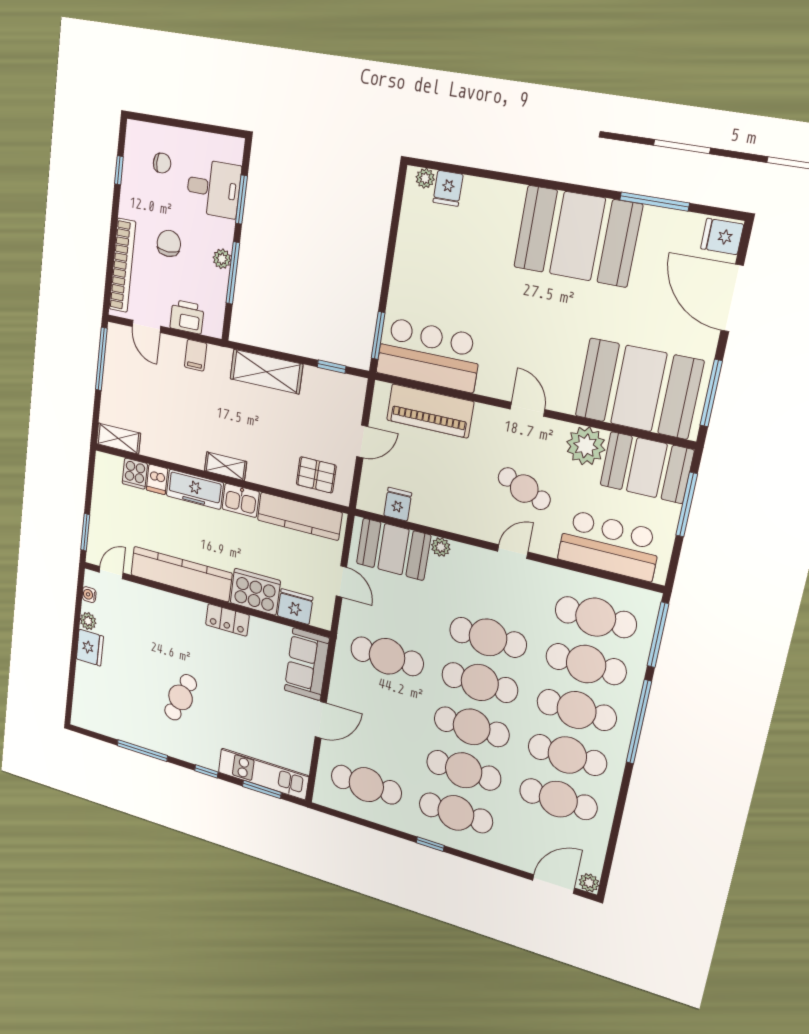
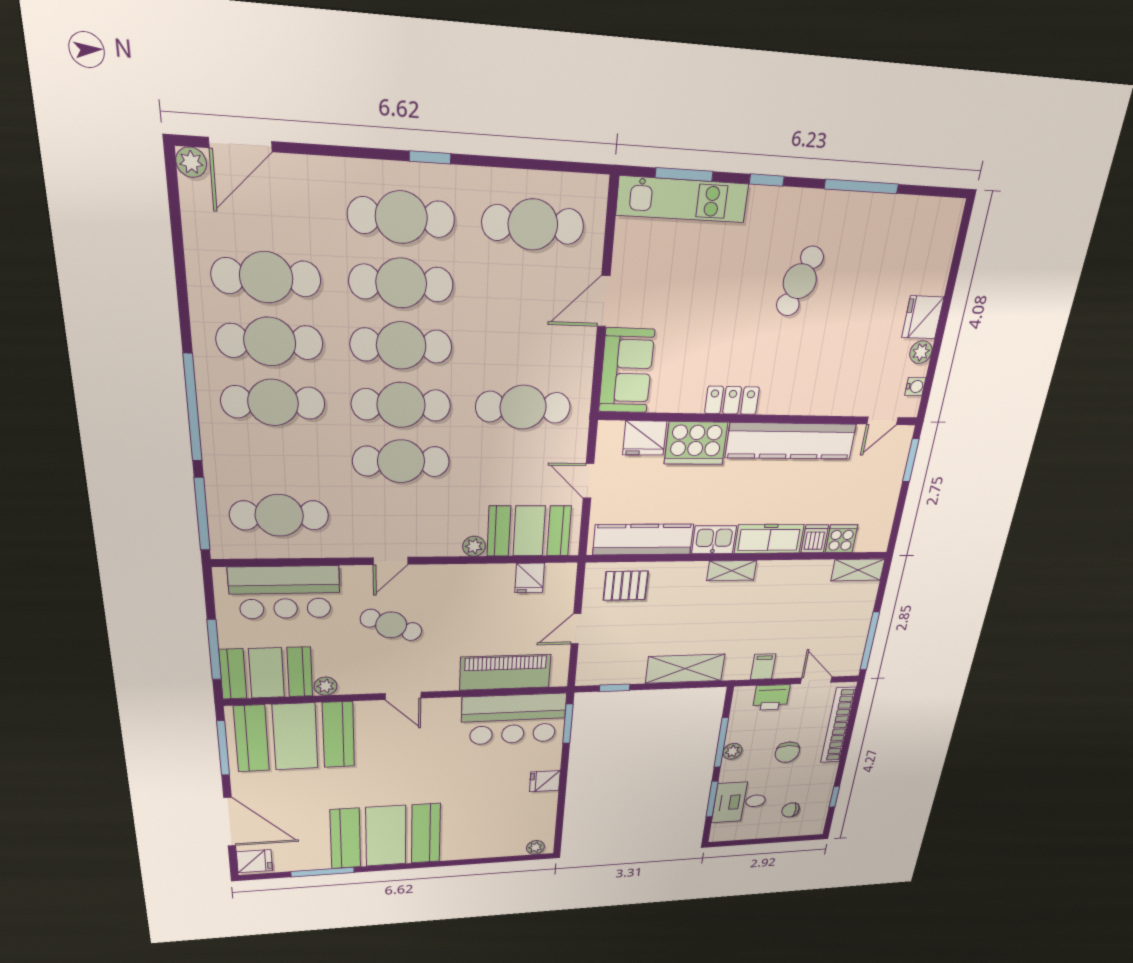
fridge: (448, 188) -> (545, 781), moved, turned -90
plant: (586, 446) -> (326, 686), width x0.53, depth x0.53
cafe table: (586, 664) -> (276, 460), removed

